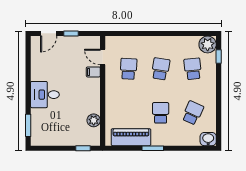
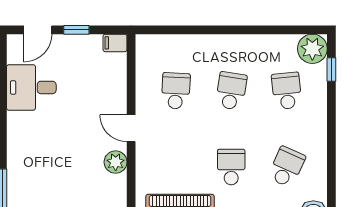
door: (103, 57) -> (131, 128), moved
filing cabinet: (93, 72) -> (115, 43), moved
desk: (45, 95) -> (31, 87), moved
plant: (94, 120) -> (116, 162), moved

